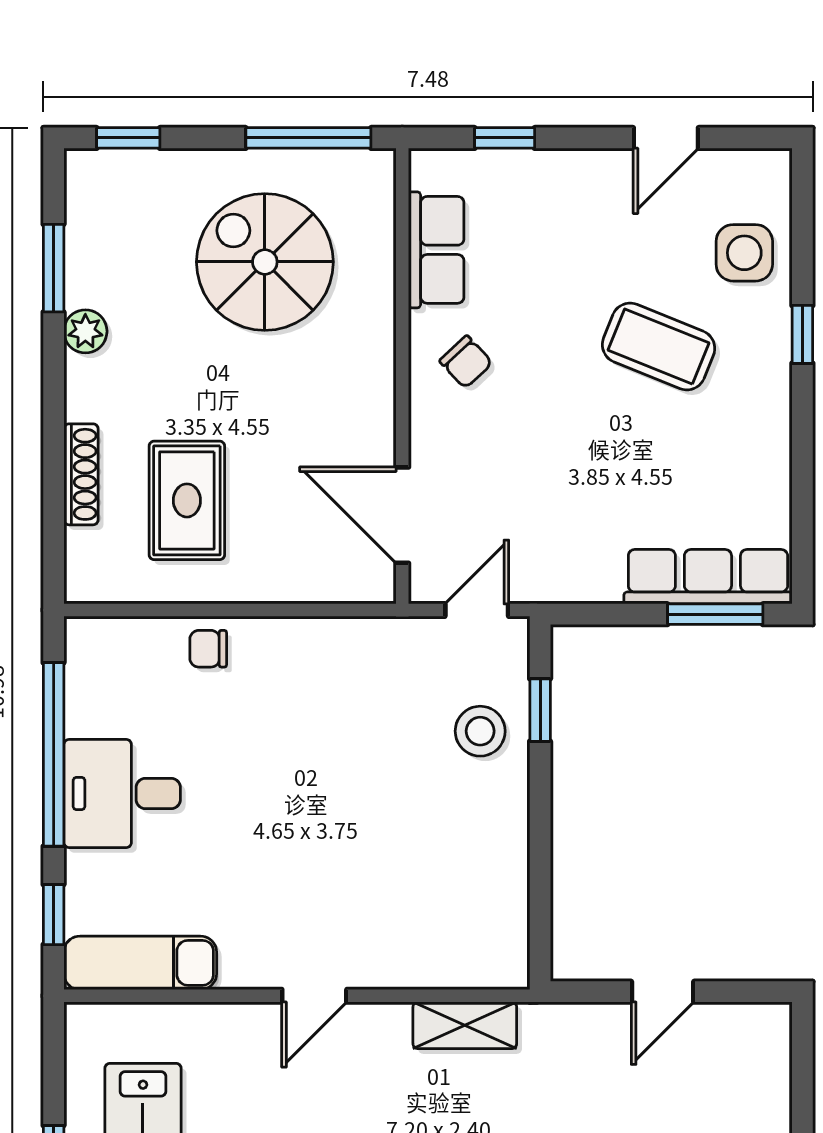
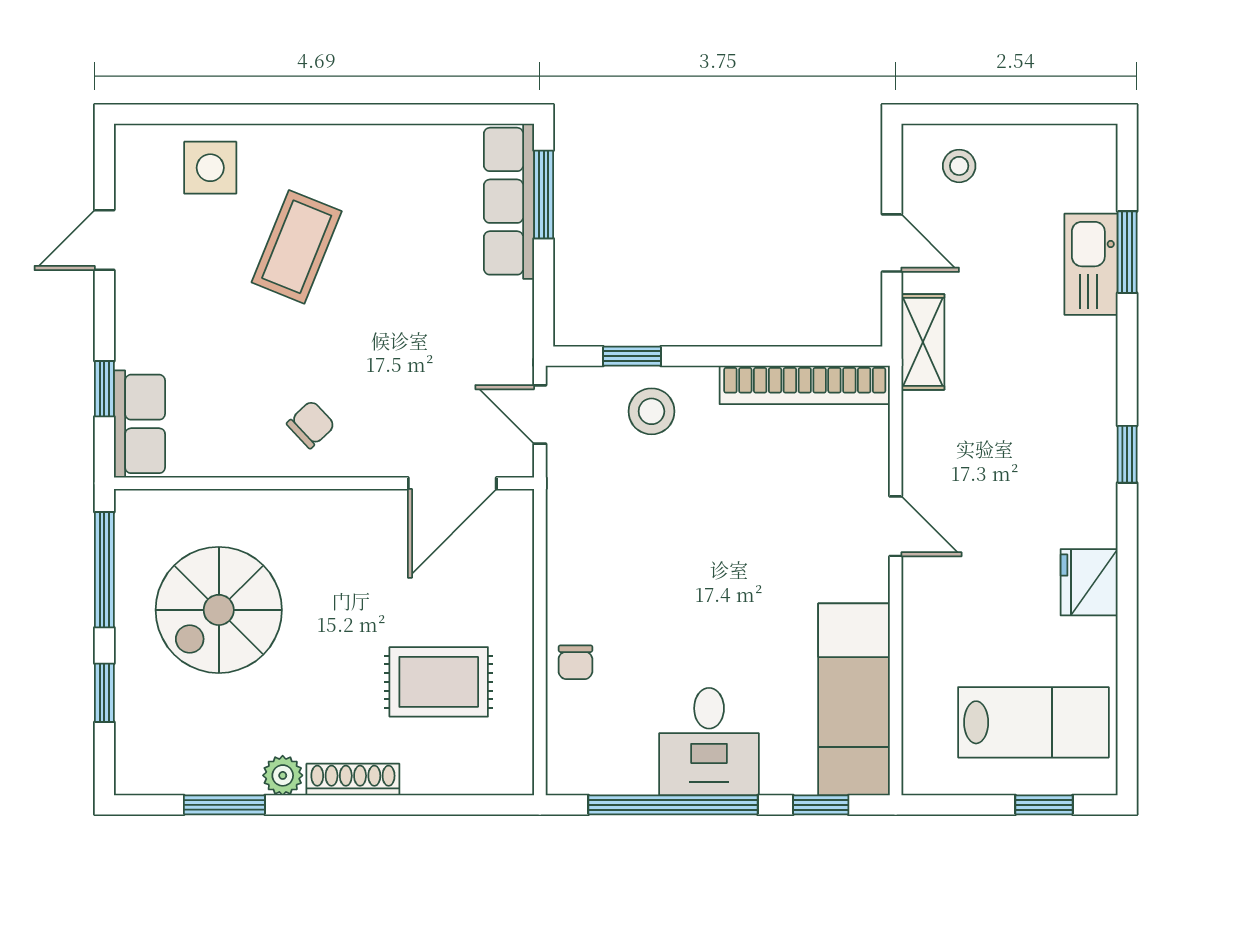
window: (128, 138) -> (104, 693), moved
door: (666, 138) -> (104, 240), swing flipped
row of seats: (436, 250) -> (139, 424), moved, turned 90
window: (802, 334) -> (286, 114), removed
shoe rack: (81, 474) -> (353, 780), moved
bookcase: (509, 897) -> (805, 385), added
exam couch: (140, 963) -> (854, 699), width x1.36, depth x1.45
door: (314, 996) -> (896, 526), moved
shelving: (465, 1025) -> (923, 342), moved
stool: (746, 1065) -> (959, 166), added

